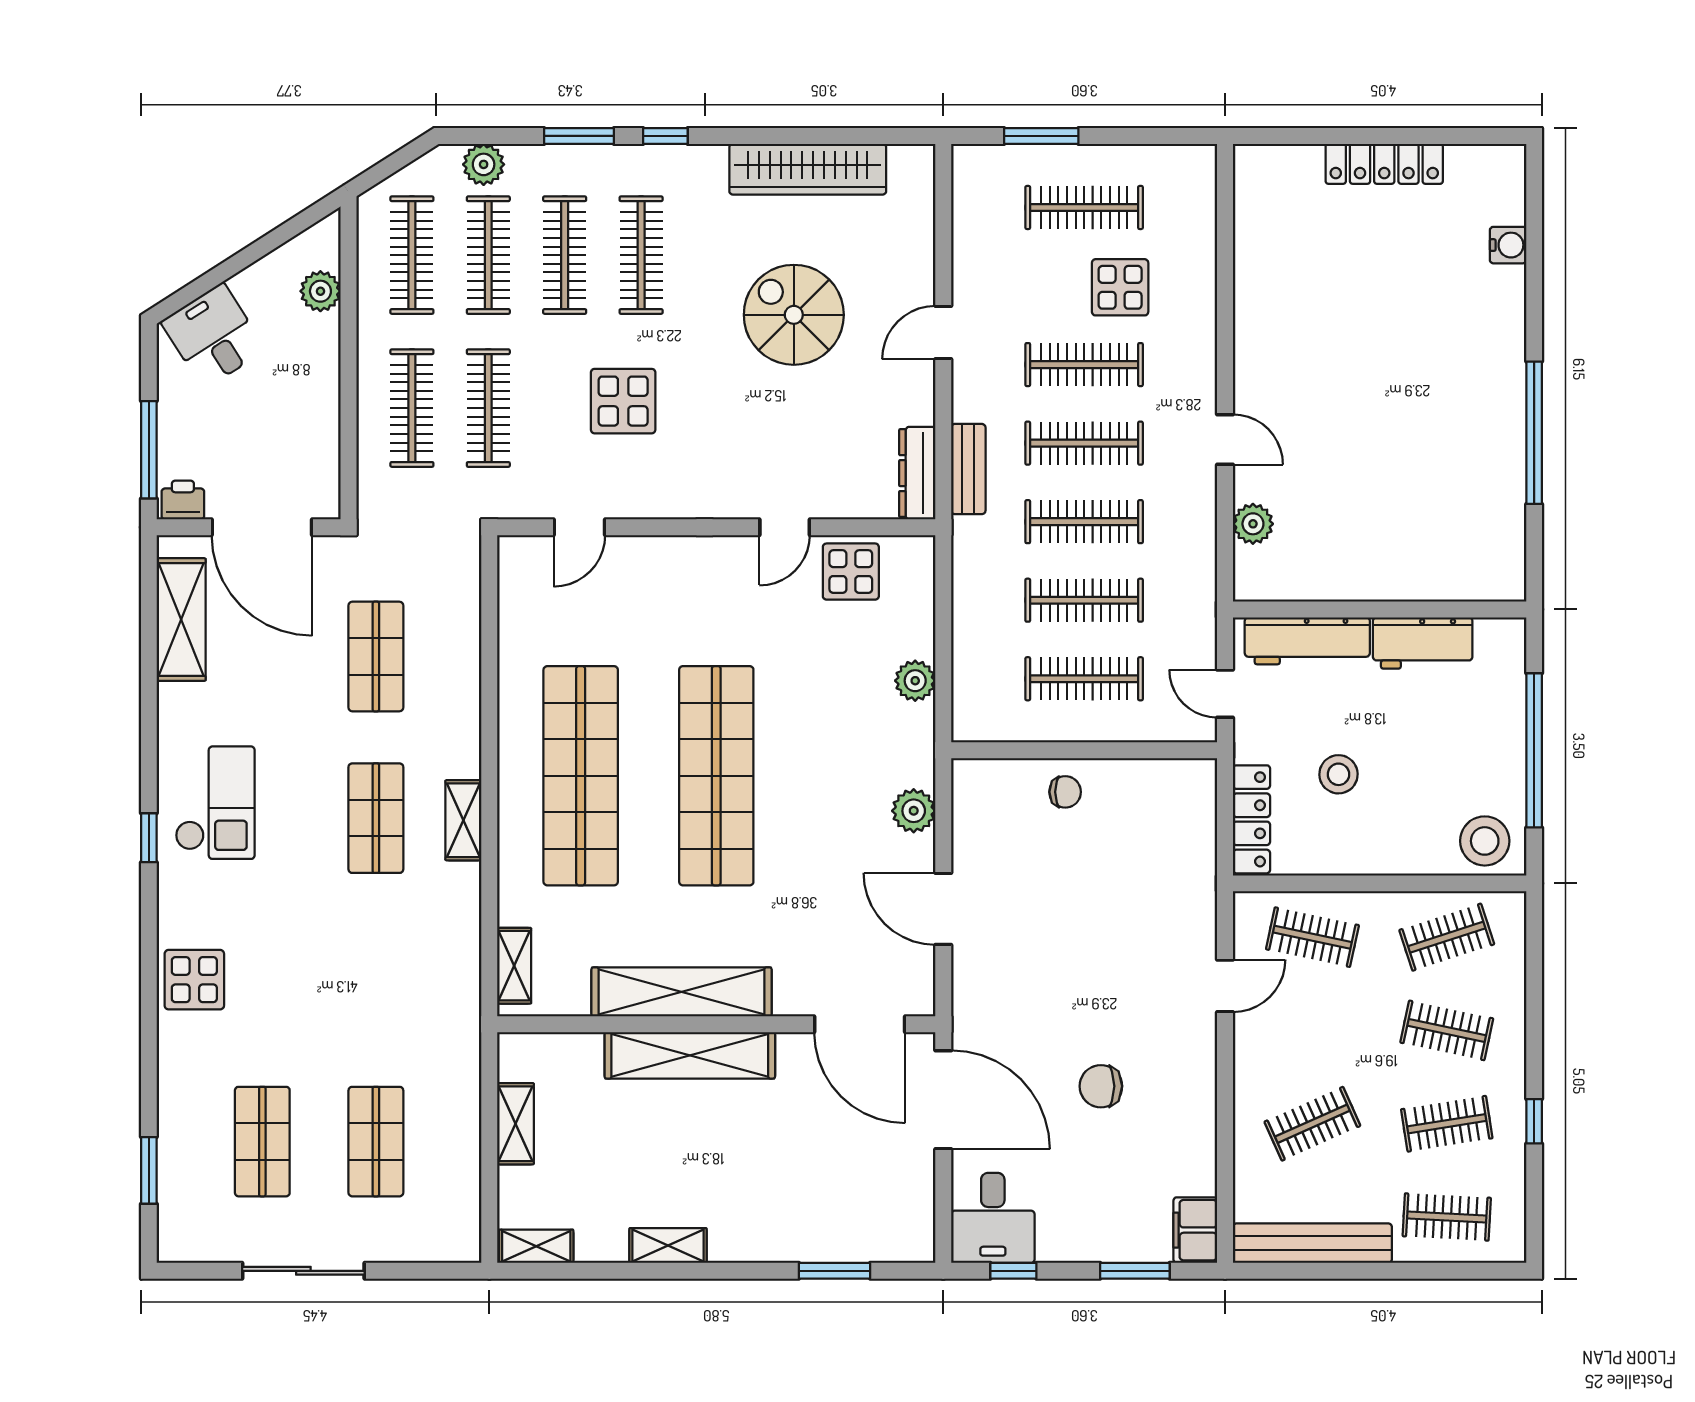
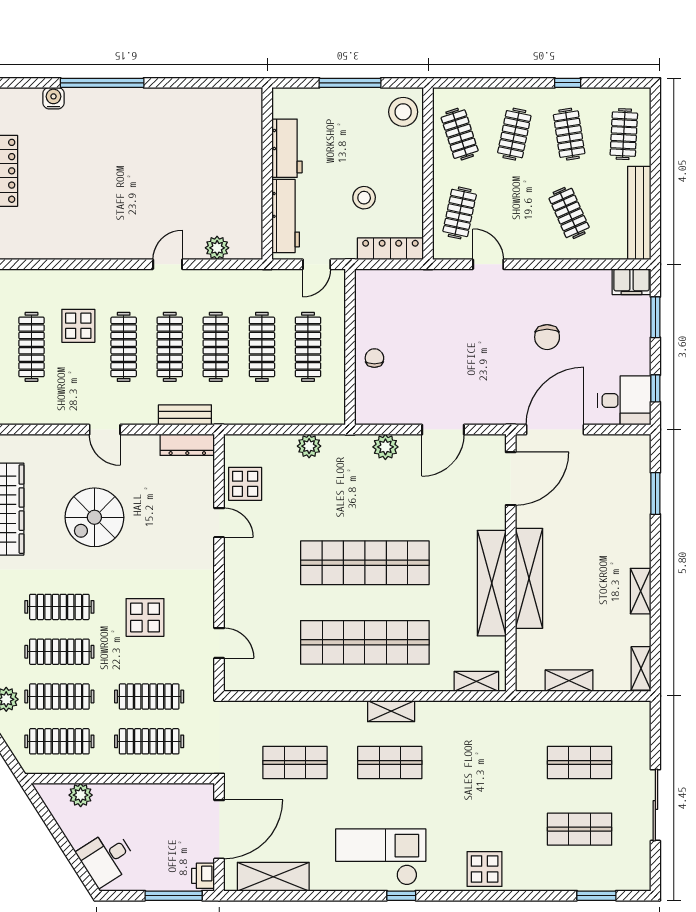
window: (1534, 433) -> (102, 83), moved
window: (1534, 750) -> (350, 83), width x0.68
checkout: (215, 803) -> (381, 857), width x1.36, depth x1.21

